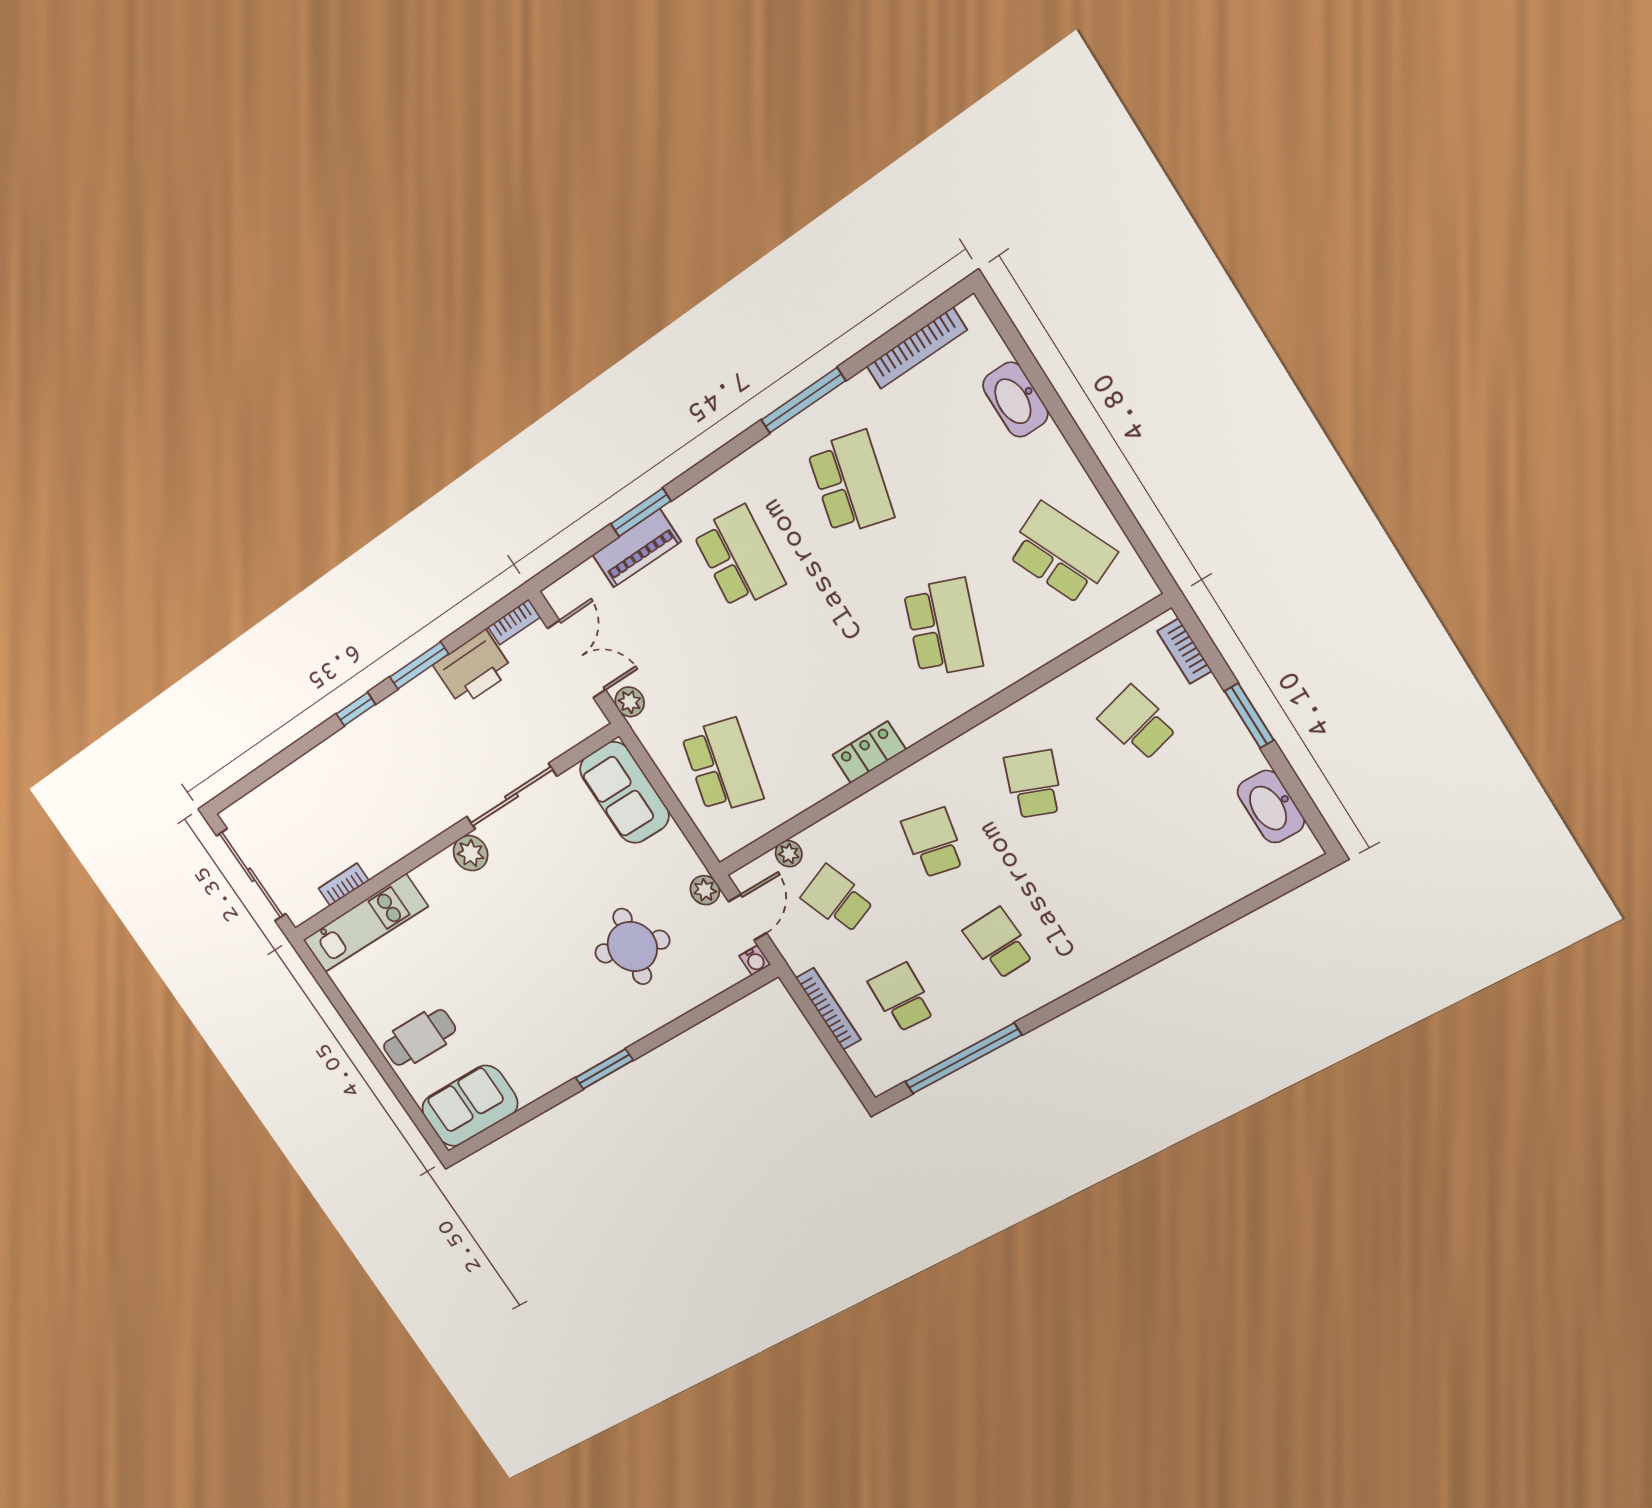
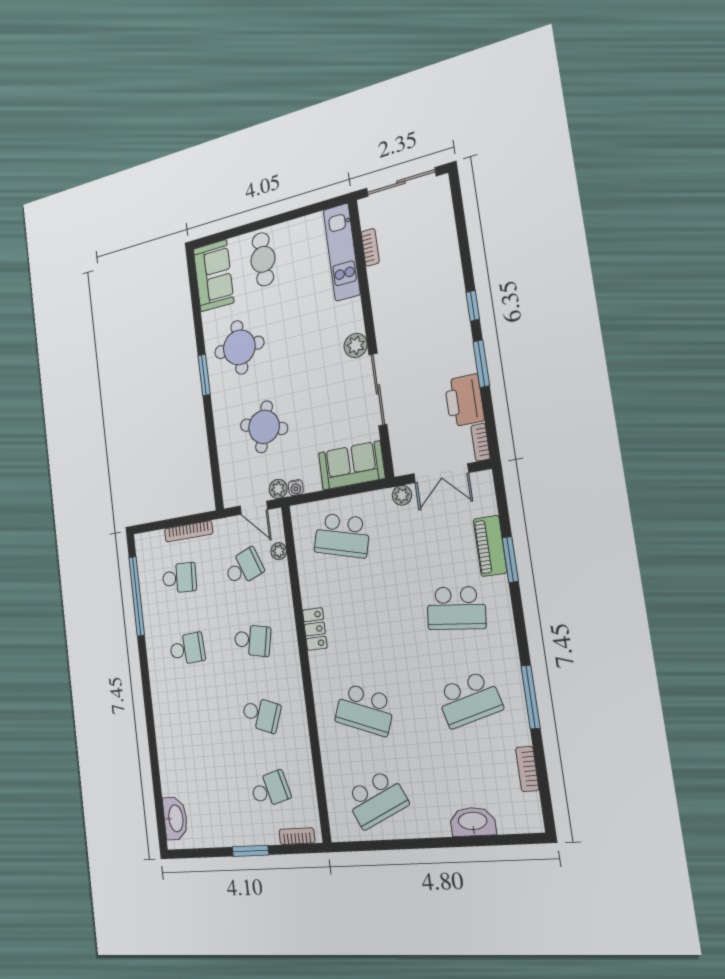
bookcase: (917, 348) -> (527, 769), width x0.64
school desk: (851, 483) -> (469, 699), turned -30
washbasin: (1271, 807) -> (175, 818), moved, turned 90
water cooler: (755, 960) -> (296, 488), moved, turned -90
round table: (545, 1028) -> (239, 347), added

